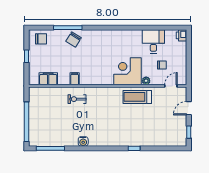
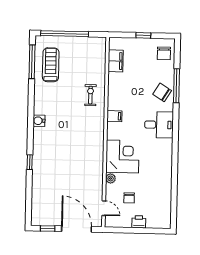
printer: (182, 35) -> (139, 222), moved
desk: (153, 42) -> (159, 125), moved
filing cabinet: (75, 79) -> (114, 116), moved
treadmill: (137, 97) -> (51, 65), moved
door: (189, 108) -> (76, 229), width x1.88
water cooler: (83, 141) -> (39, 121), moved

